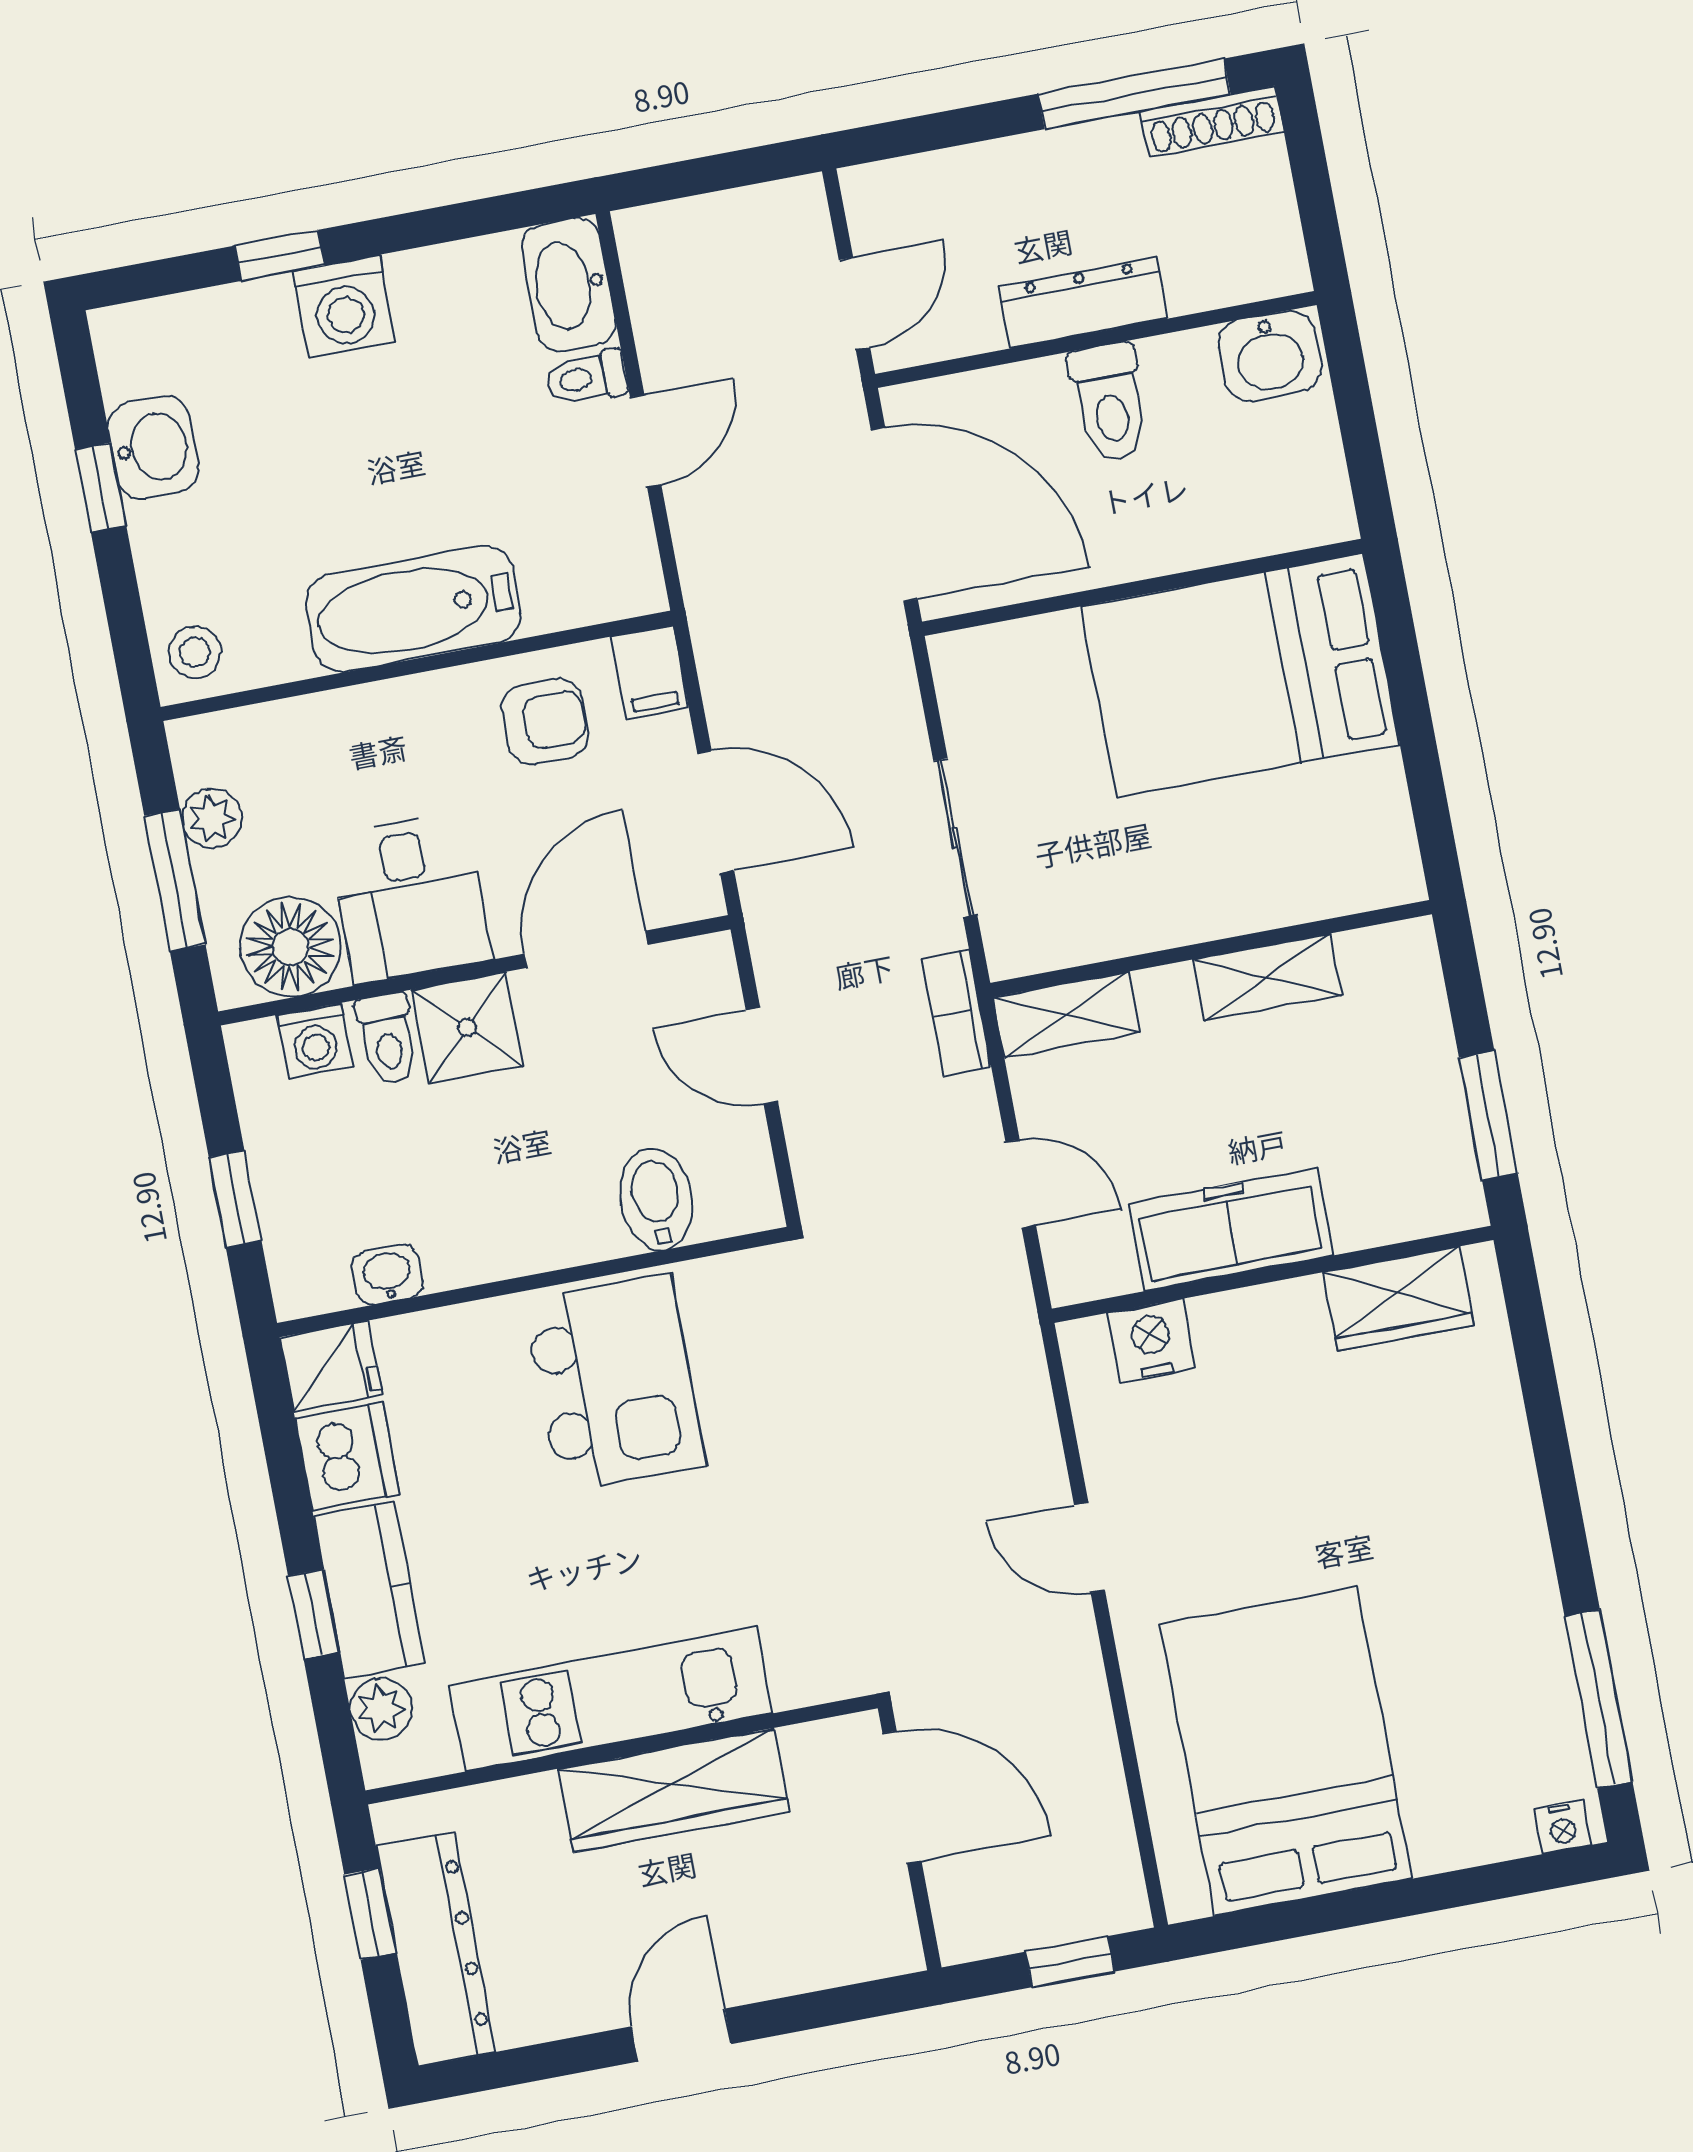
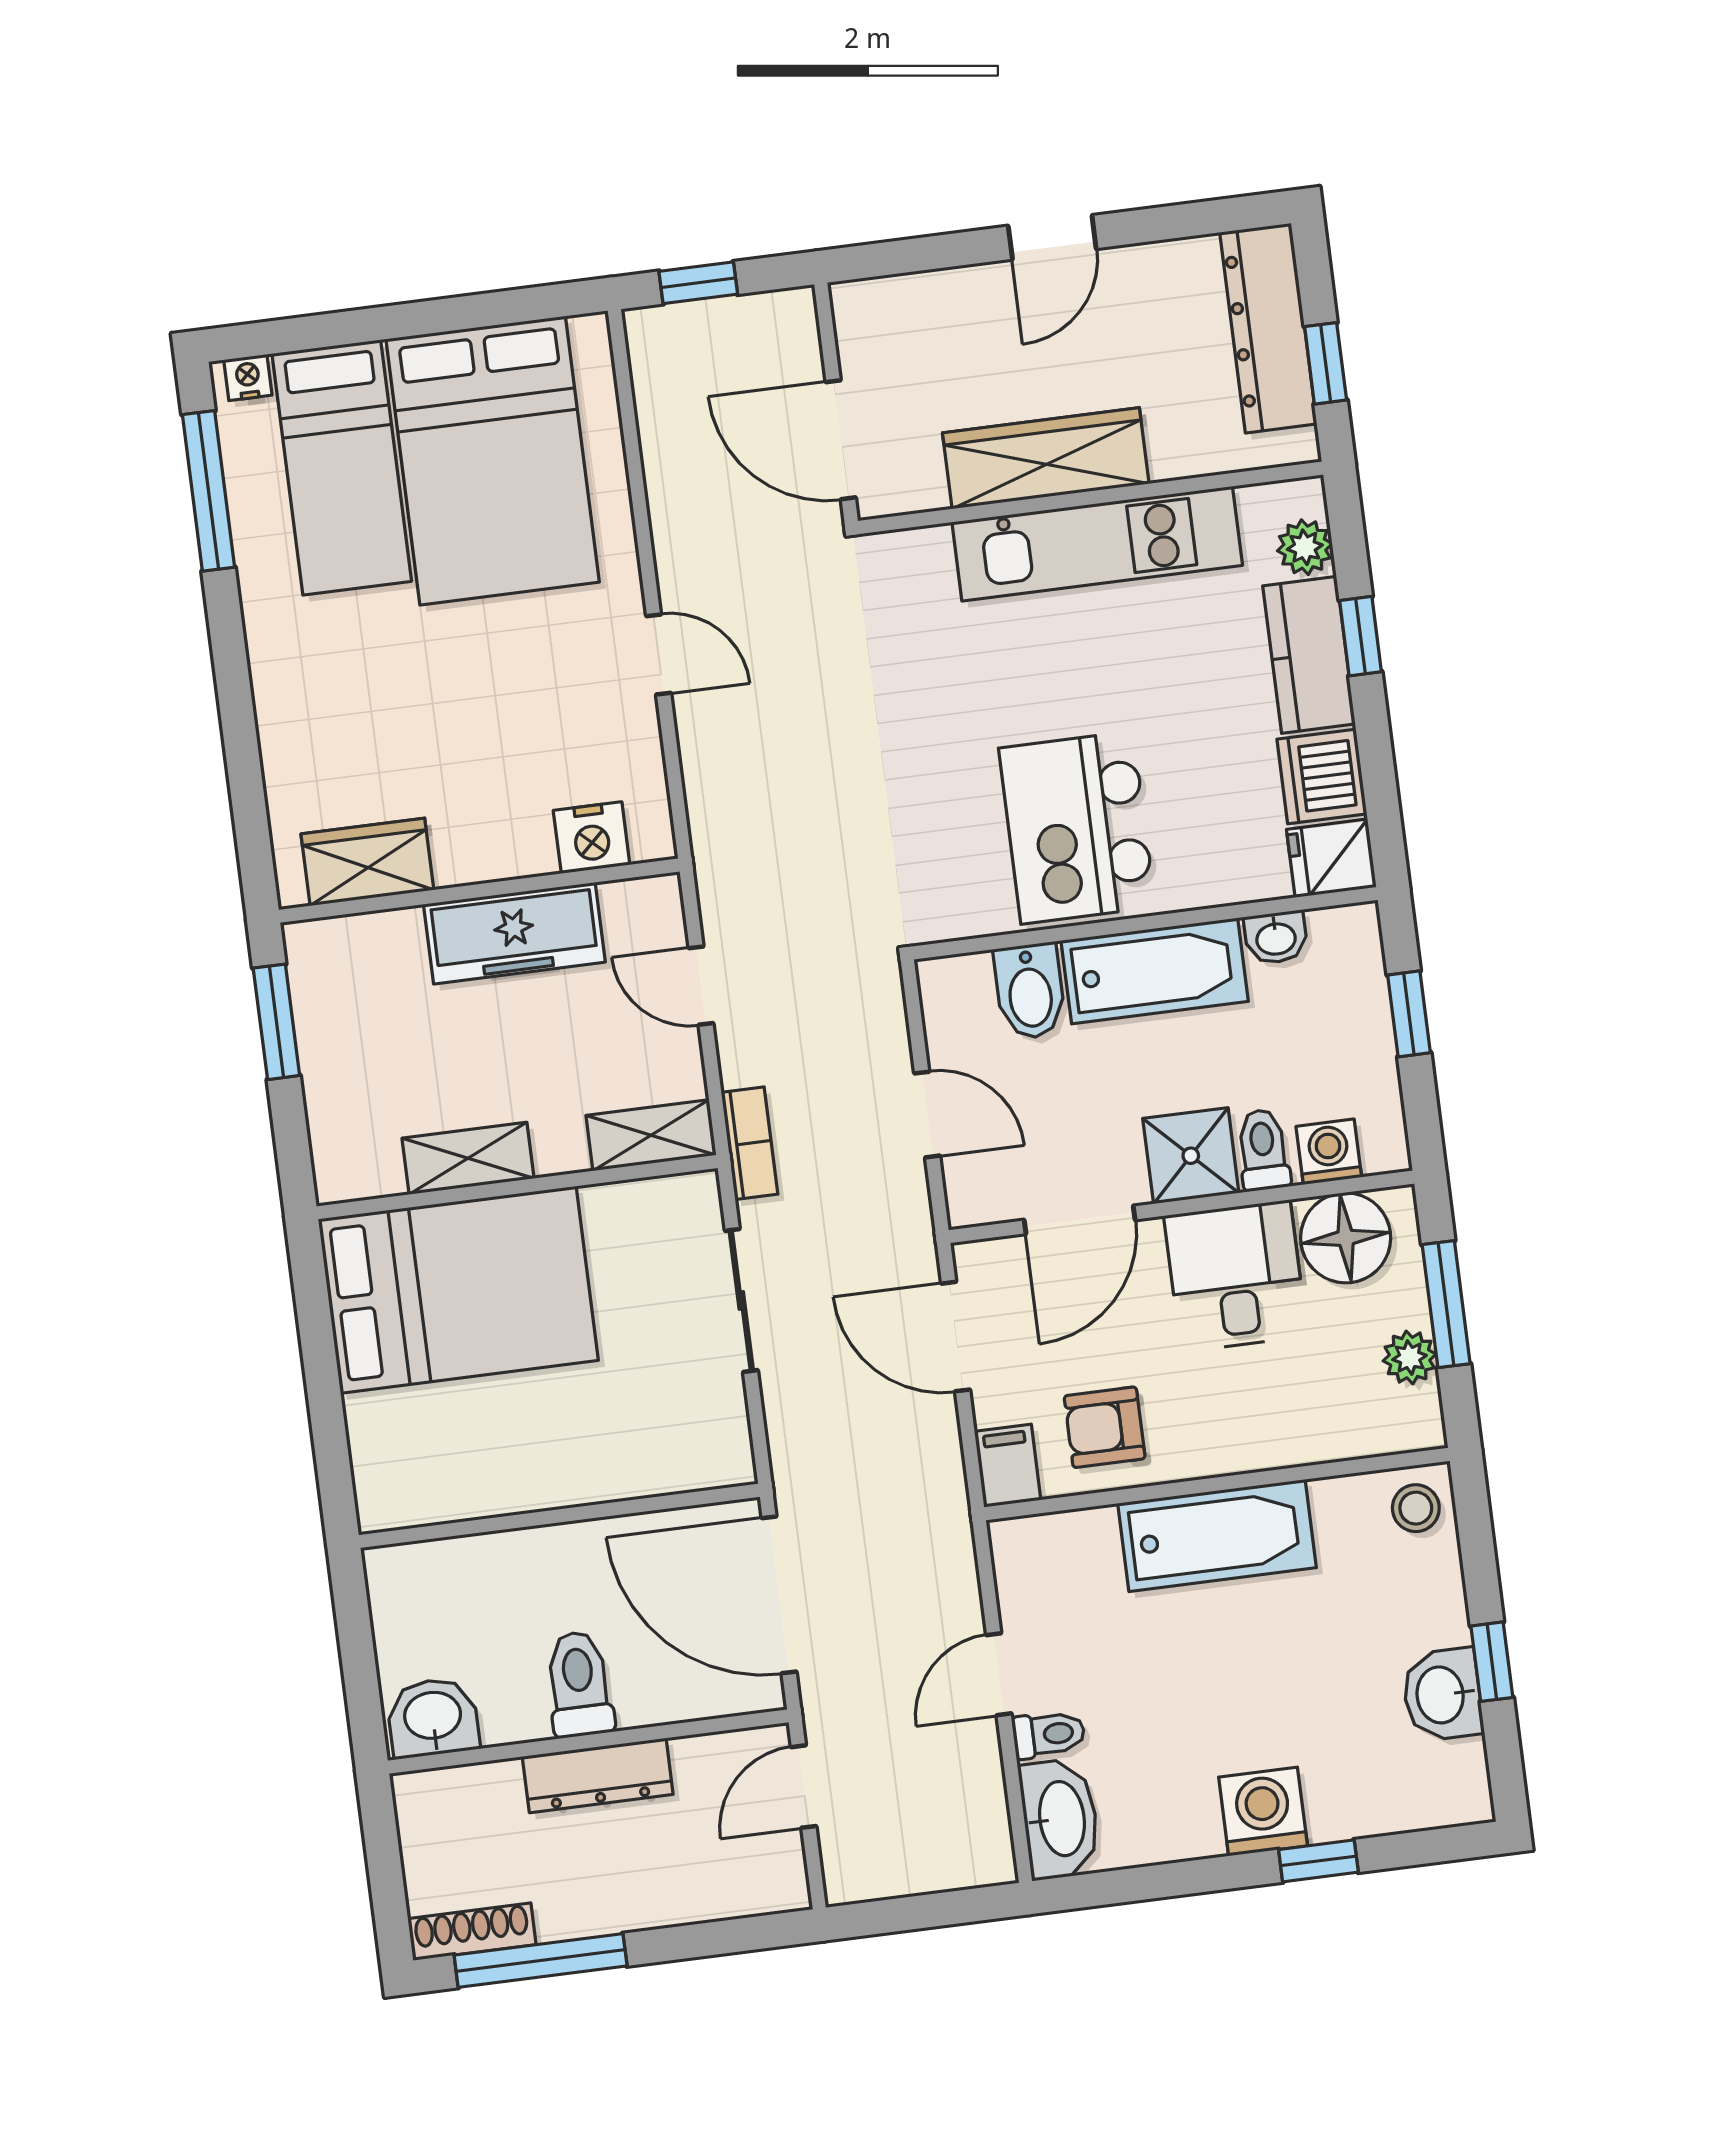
bed: (1240, 675) -> (458, 1290), moved
bathtub: (519, 1230) -> (1155, 971), added
bed: (1452, 1734) -> (342, 467), added

